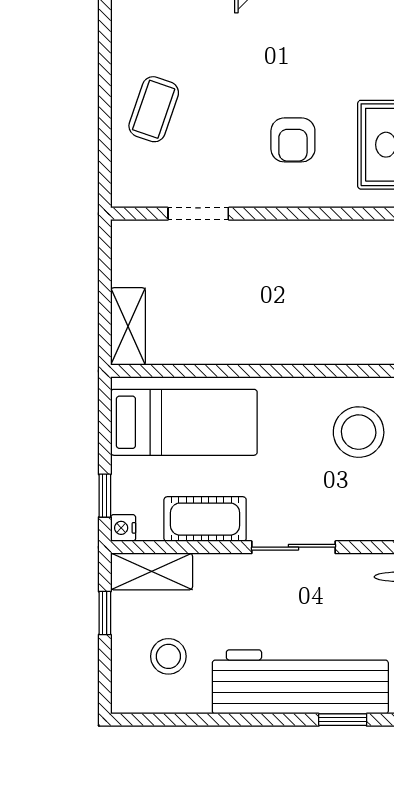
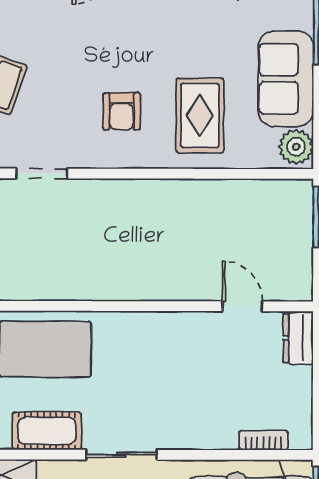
stool: (359, 432) -> (176, 358), removed

